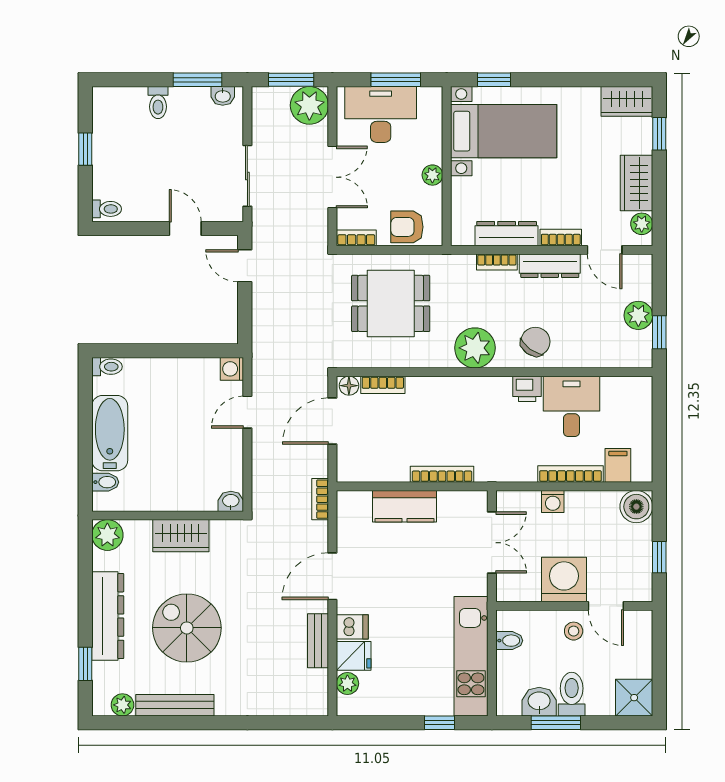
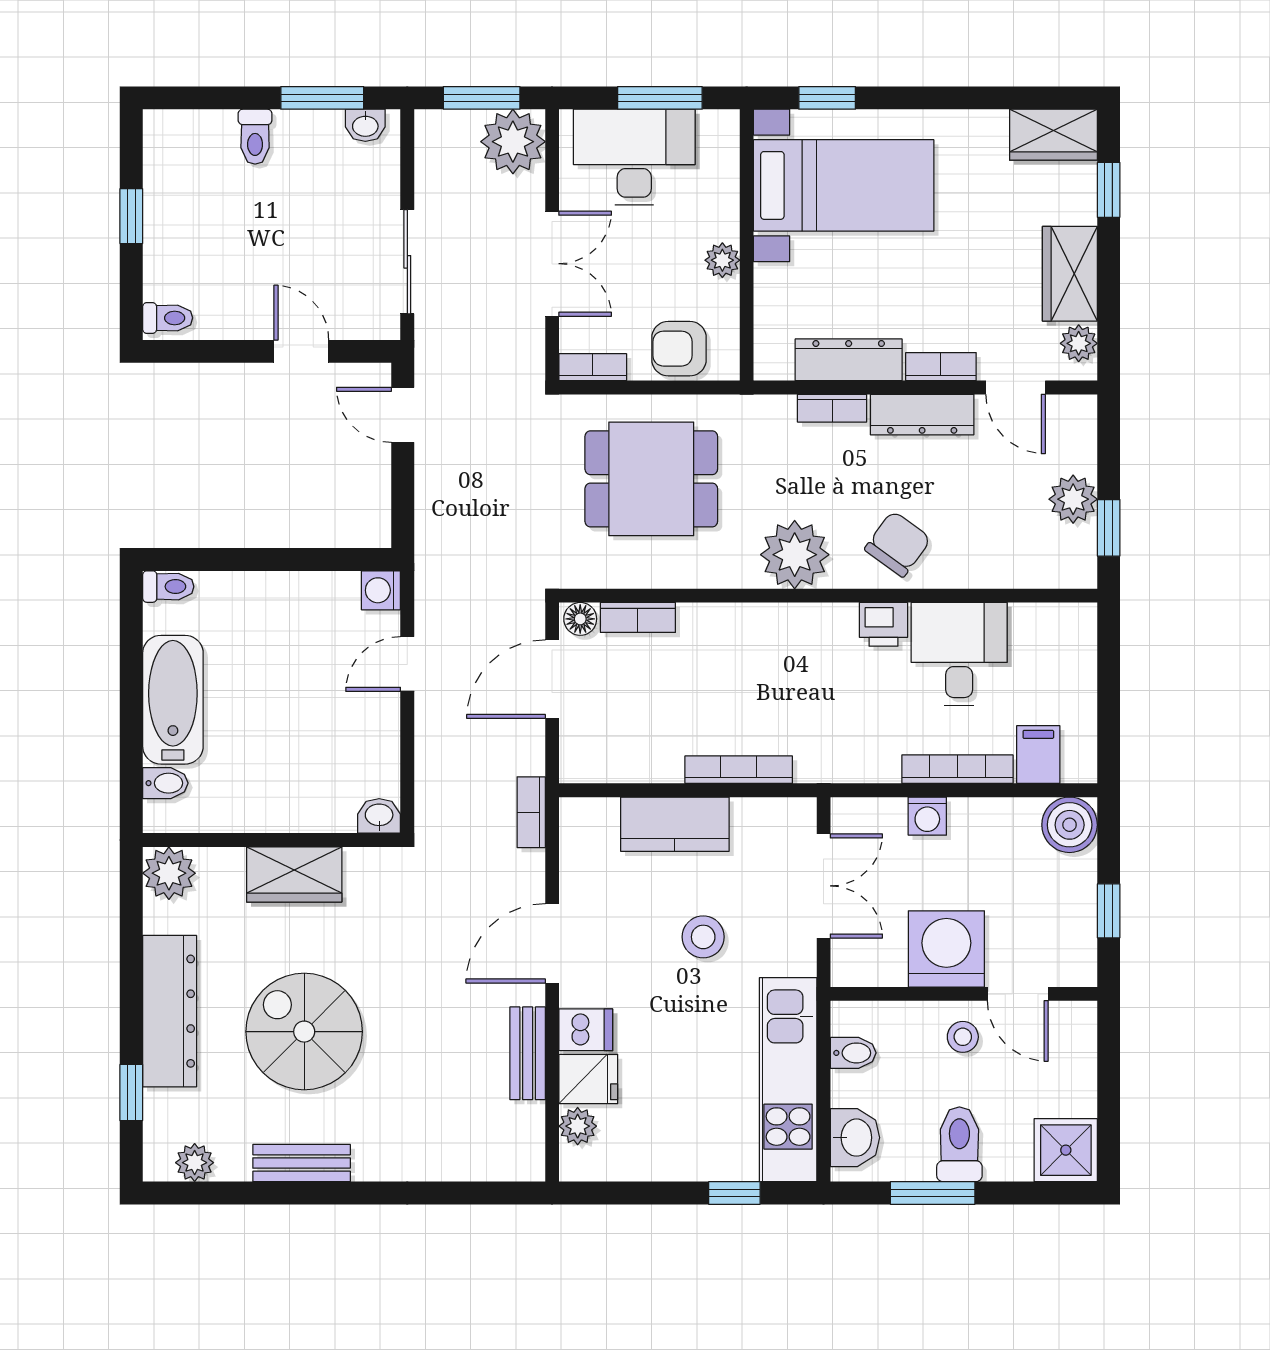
stool: (421, 572) -> (703, 937), added
washbasin: (539, 702) -> (855, 1138), moved, turned 90
bench: (175, 705) -> (302, 1163), width x0.73

